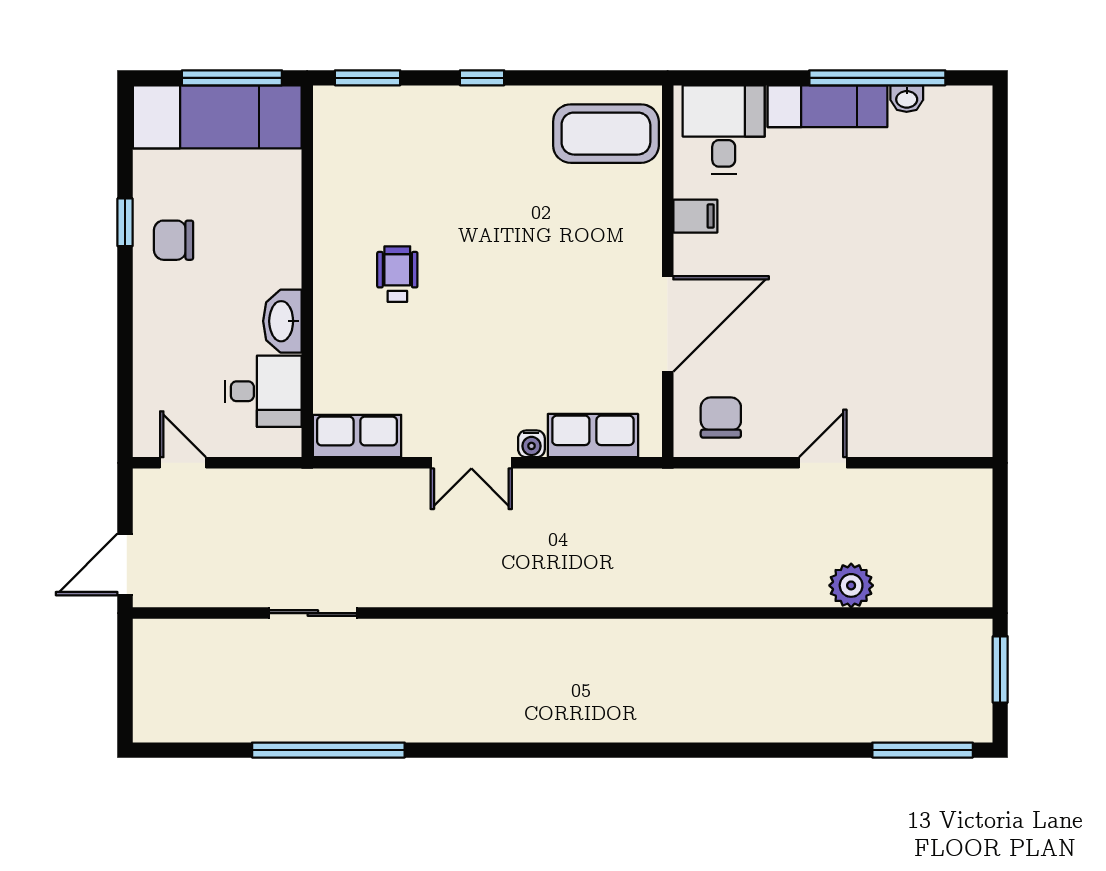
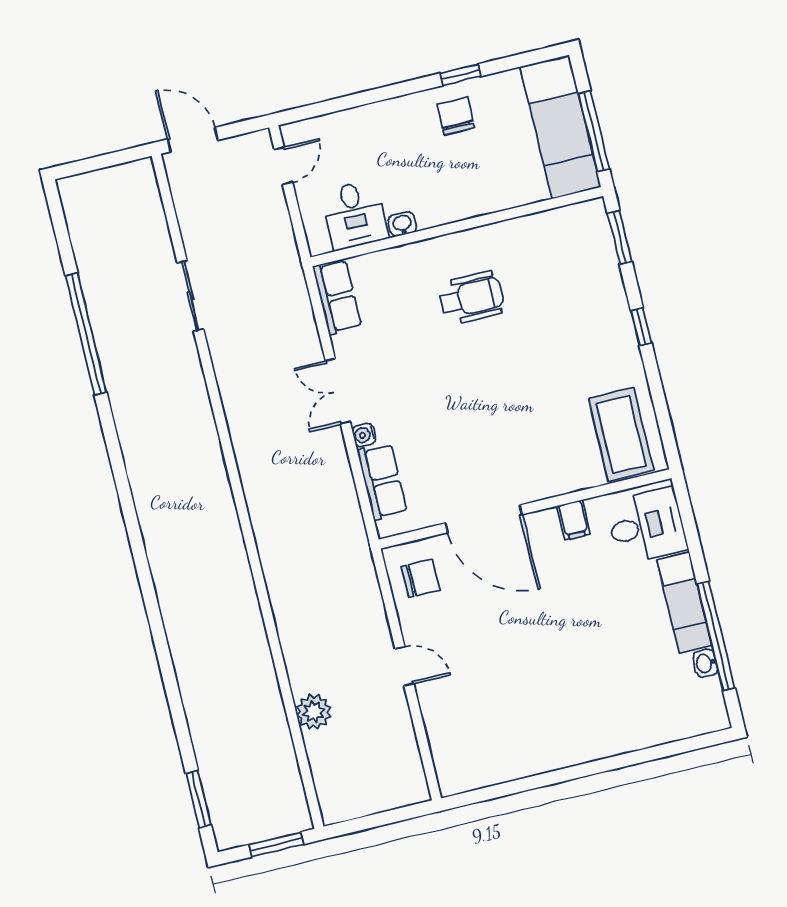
wheelchair: (397, 274) -> (472, 298), width x1.36, depth x1.37
washbasin: (282, 321) -> (402, 224), width x0.52, depth x0.69
window: (923, 750) -> (198, 799), width x0.69

